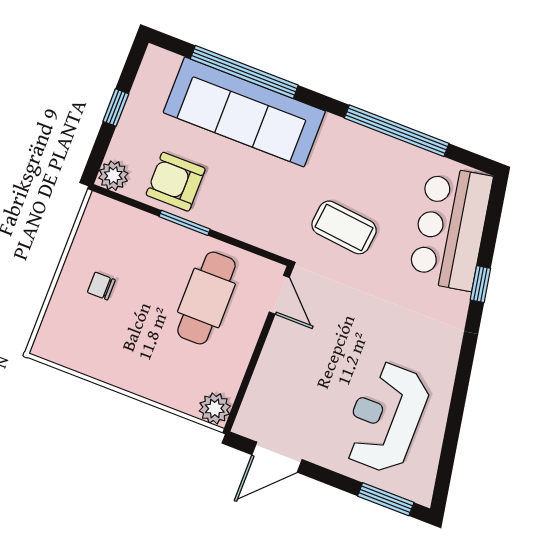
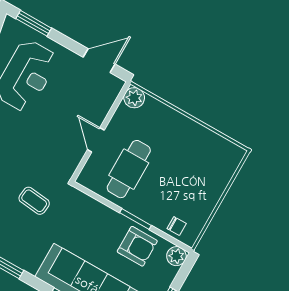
coffee table: (344, 227) -> (34, 201), width x0.73, depth x0.77
chair: (101, 286) -> (177, 226), moved
door: (279, 295) -> (96, 140), moved

